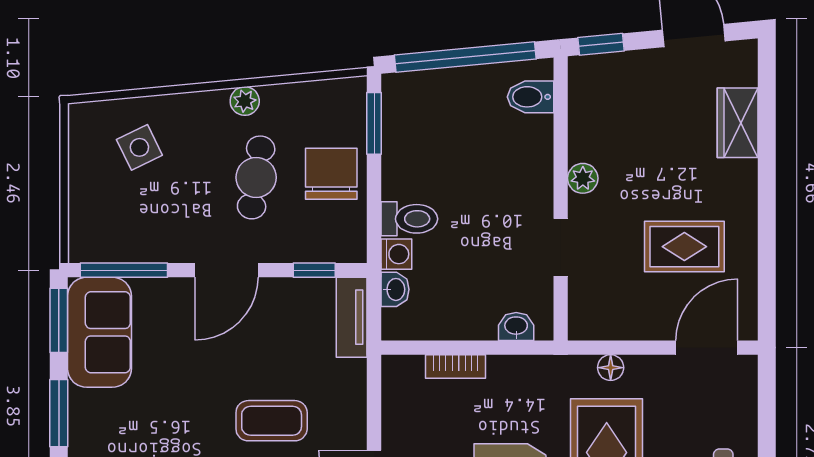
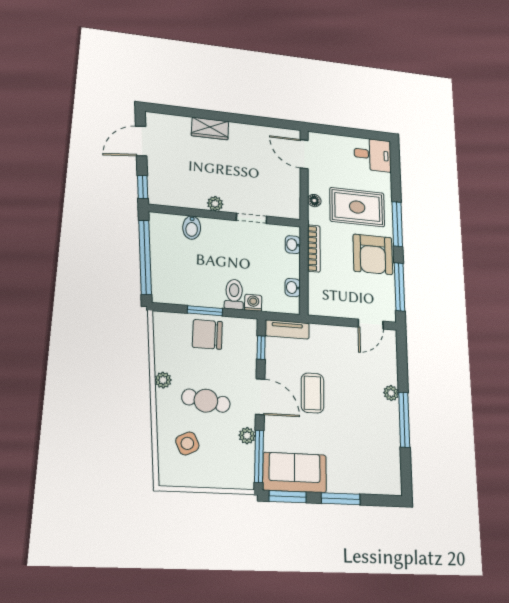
bidet: (530, 97) -> (192, 228), moved
window: (374, 123) -> (205, 311), moved
wardrobe: (738, 123) -> (210, 128), moved
cafe table: (256, 177) -> (206, 401), moved
rug: (684, 247) -> (253, 158), removed
plant: (158, 249) -> (247, 436), added
washbasin: (395, 289) -> (293, 288), moved, turned -90
bookcase: (456, 367) -> (314, 248), moved, width x1.56
coffee table: (272, 421) -> (312, 393), moved

